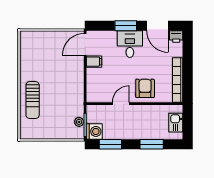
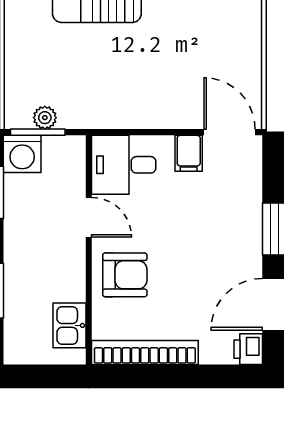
desk: (130, 44) -> (124, 165), moved, turned 180
kitchen sink: (176, 123) -> (69, 325), moved, turned -90

